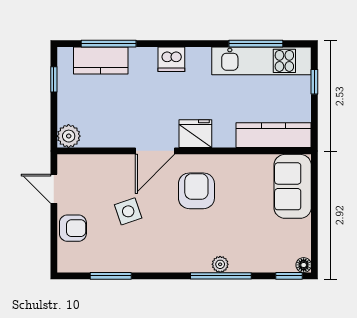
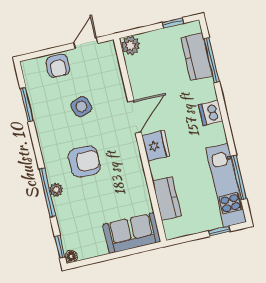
kitchen counter: (273, 135) -> (167, 198), width x0.67
door: (155, 151) -> (135, 117), swing flipped
armchair: (196, 191) -> (84, 162), moved

